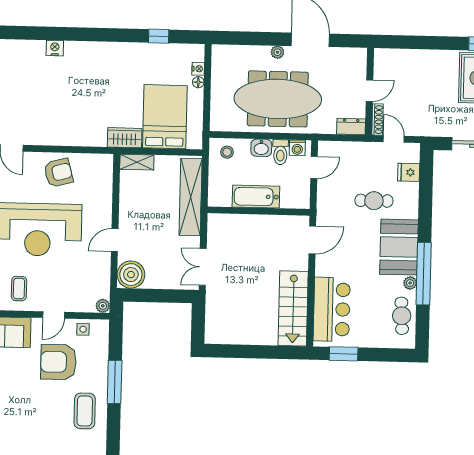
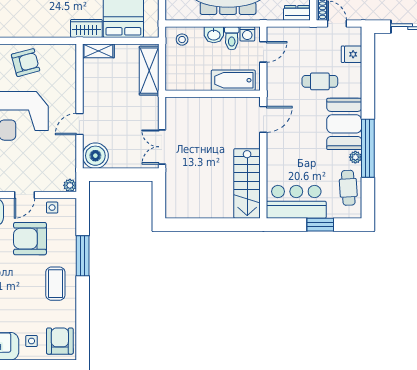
shelving: (191, 197) -> (149, 71), width x0.68
bathtub: (256, 197) -> (233, 80), moved
bar counter: (332, 309) -> (296, 202), moved, turned -90
window: (344, 354) -> (320, 225), moved

